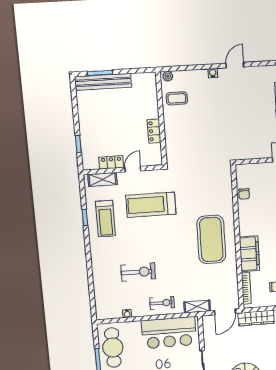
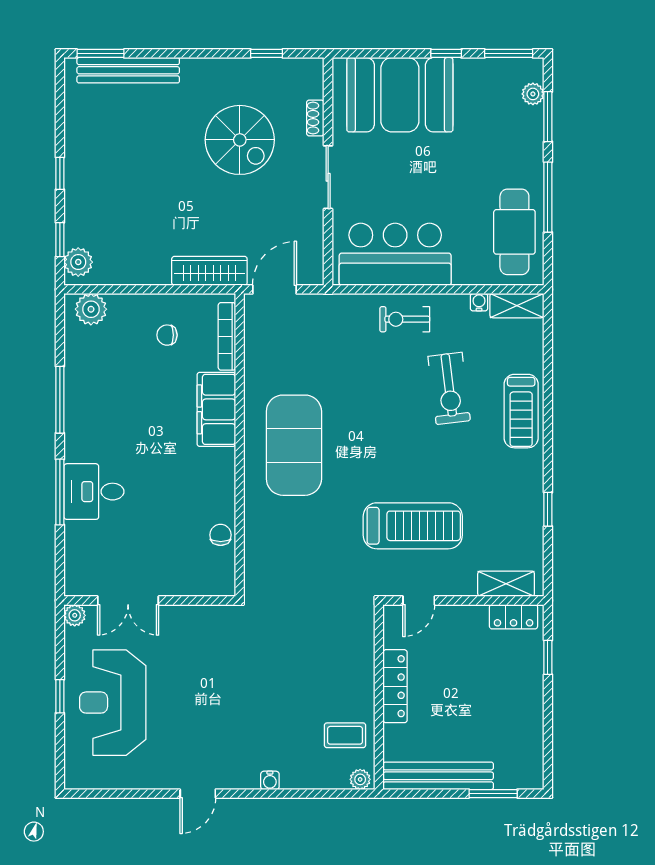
door: (235, 65) -> (198, 794), moved
bench: (103, 82) -> (438, 776), moved
locker: (154, 131) -> (395, 686), width x1.53
locker: (111, 162) -> (514, 617), moved
door: (133, 169) -> (419, 601), moved
treadmill: (105, 219) -> (521, 411), moved, turned 180
exercise bike: (138, 272) -> (449, 388), turned -97
shelving: (197, 307) -> (517, 306), moved

